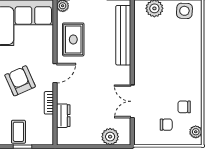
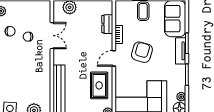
armchair: (20, 81) -> (142, 52), turned -140
chair: (166, 125) -> (28, 37), moved

